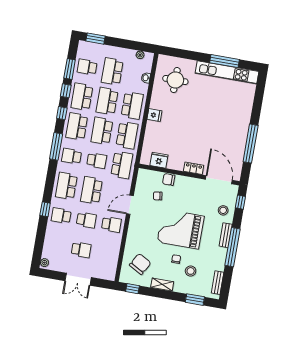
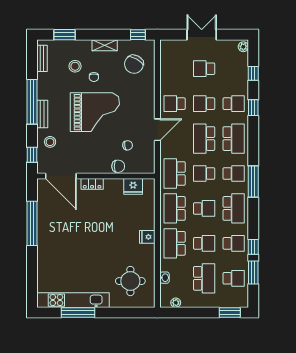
school desk: (82, 97) -> (234, 243), width x0.54
school desk: (107, 101) -> (204, 243), width x0.54
window: (62, 113) -> (253, 73), moved
school desk: (102, 131) -> (204, 208), width x0.54
school desk: (91, 190) -> (204, 139), turned 180

